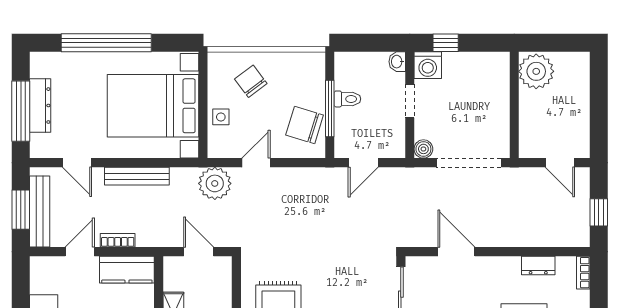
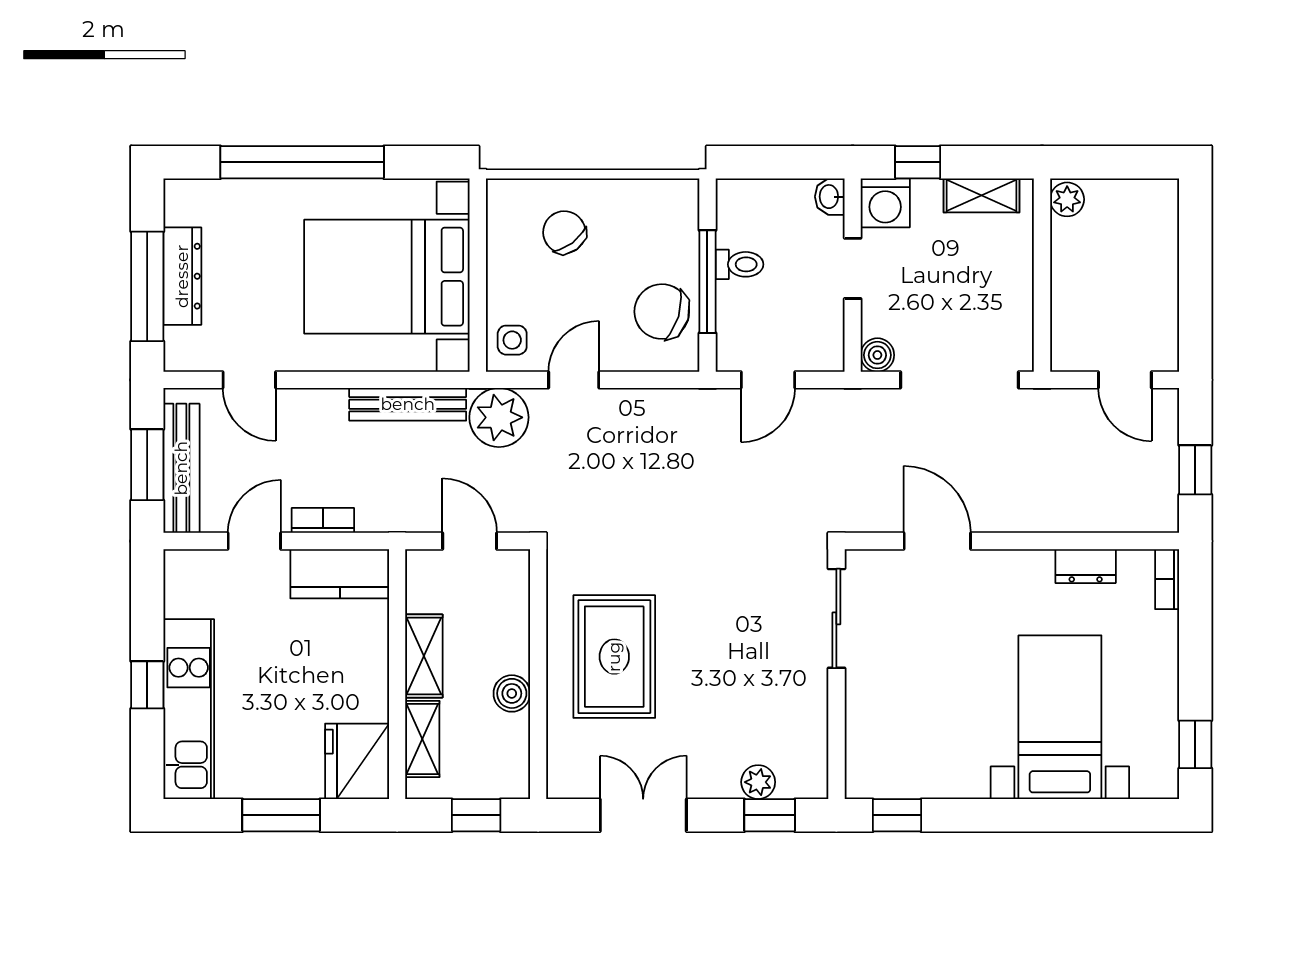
shelving: (481, 61) -> (981, 195), added
plant: (536, 71) -> (1067, 199), width x0.53, depth x0.53
side table: (221, 117) -> (512, 340), moved
bench: (137, 176) -> (408, 404), moved

